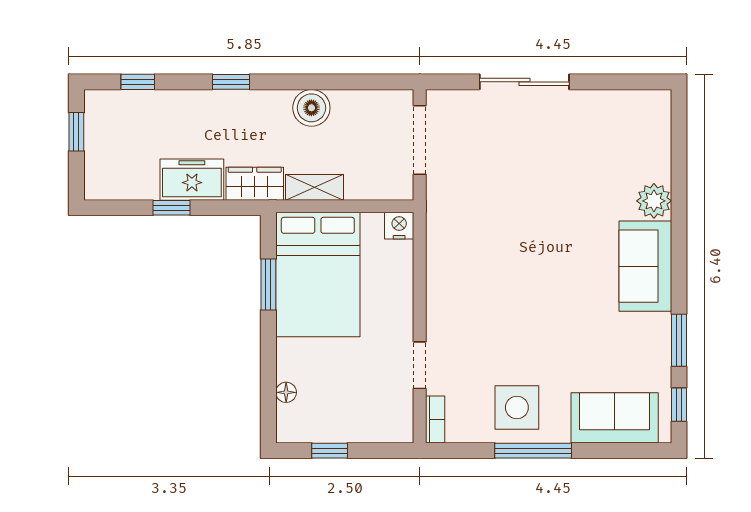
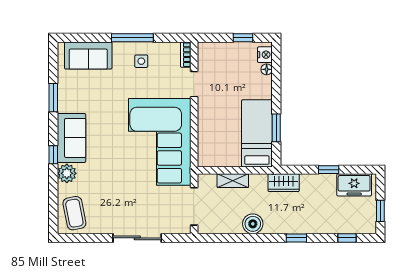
coffee table: (640, 128) -> (74, 213), added
freezer: (192, 180) -> (354, 185), moved
shelving: (315, 187) -> (233, 181), moved
nightstand: (399, 226) -> (265, 55), moved, turned -90
corner sofa: (483, 259) -> (160, 142), added
bed: (318, 275) -> (257, 133), width x0.67
window: (679, 405) -> (53, 155), moved
side table: (517, 407) -> (141, 61), width x0.54, depth x0.54

